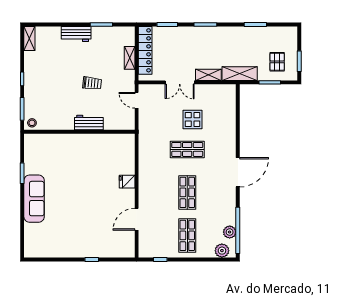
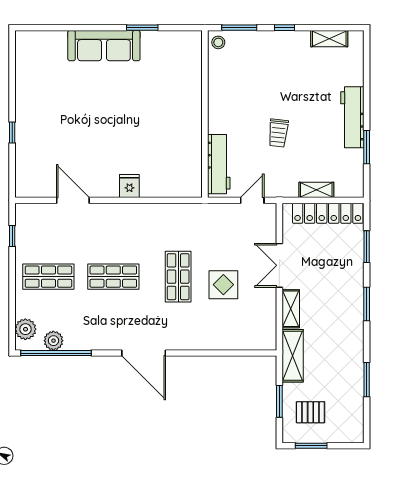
workbench: (76, 34) -> (352, 117), width x1.38
shelving: (29, 39) -> (329, 39), moved
workbench: (89, 123) -> (219, 164), moved, width x1.37

